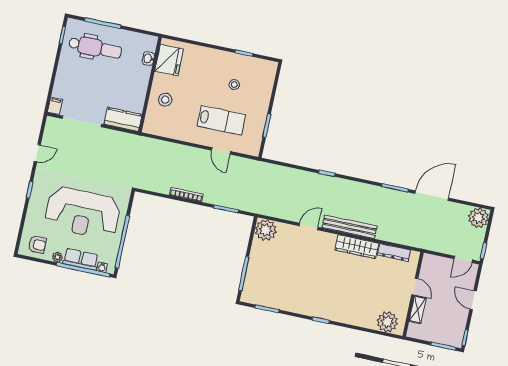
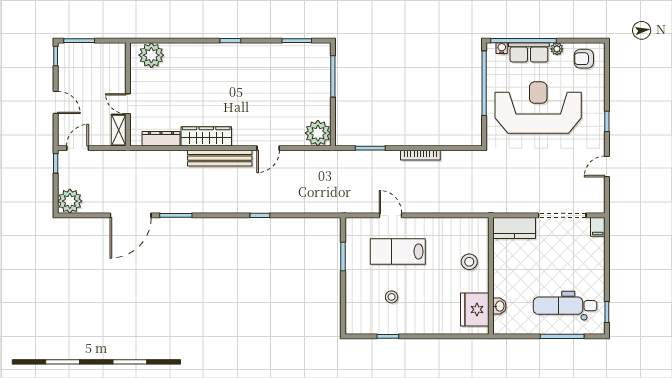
shelving: (418, 310) -> (119, 130), moved

